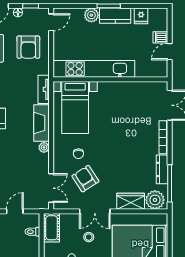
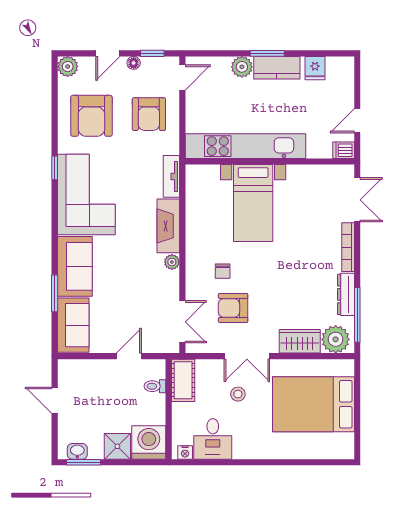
dishwasher: (160, 37) -> (344, 150), moved
bed with nightstands: (75, 107) -> (253, 203), moved
armchair: (85, 179) -> (233, 308), turned -57

